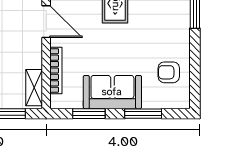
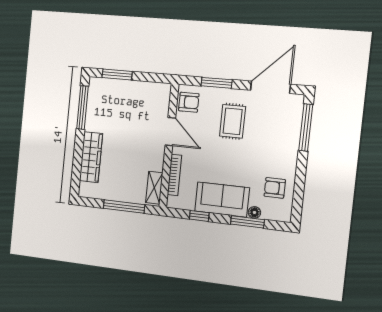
floor lamp: (150, 102) -> (254, 212), added
window: (89, 114) -> (199, 216), width x0.67

